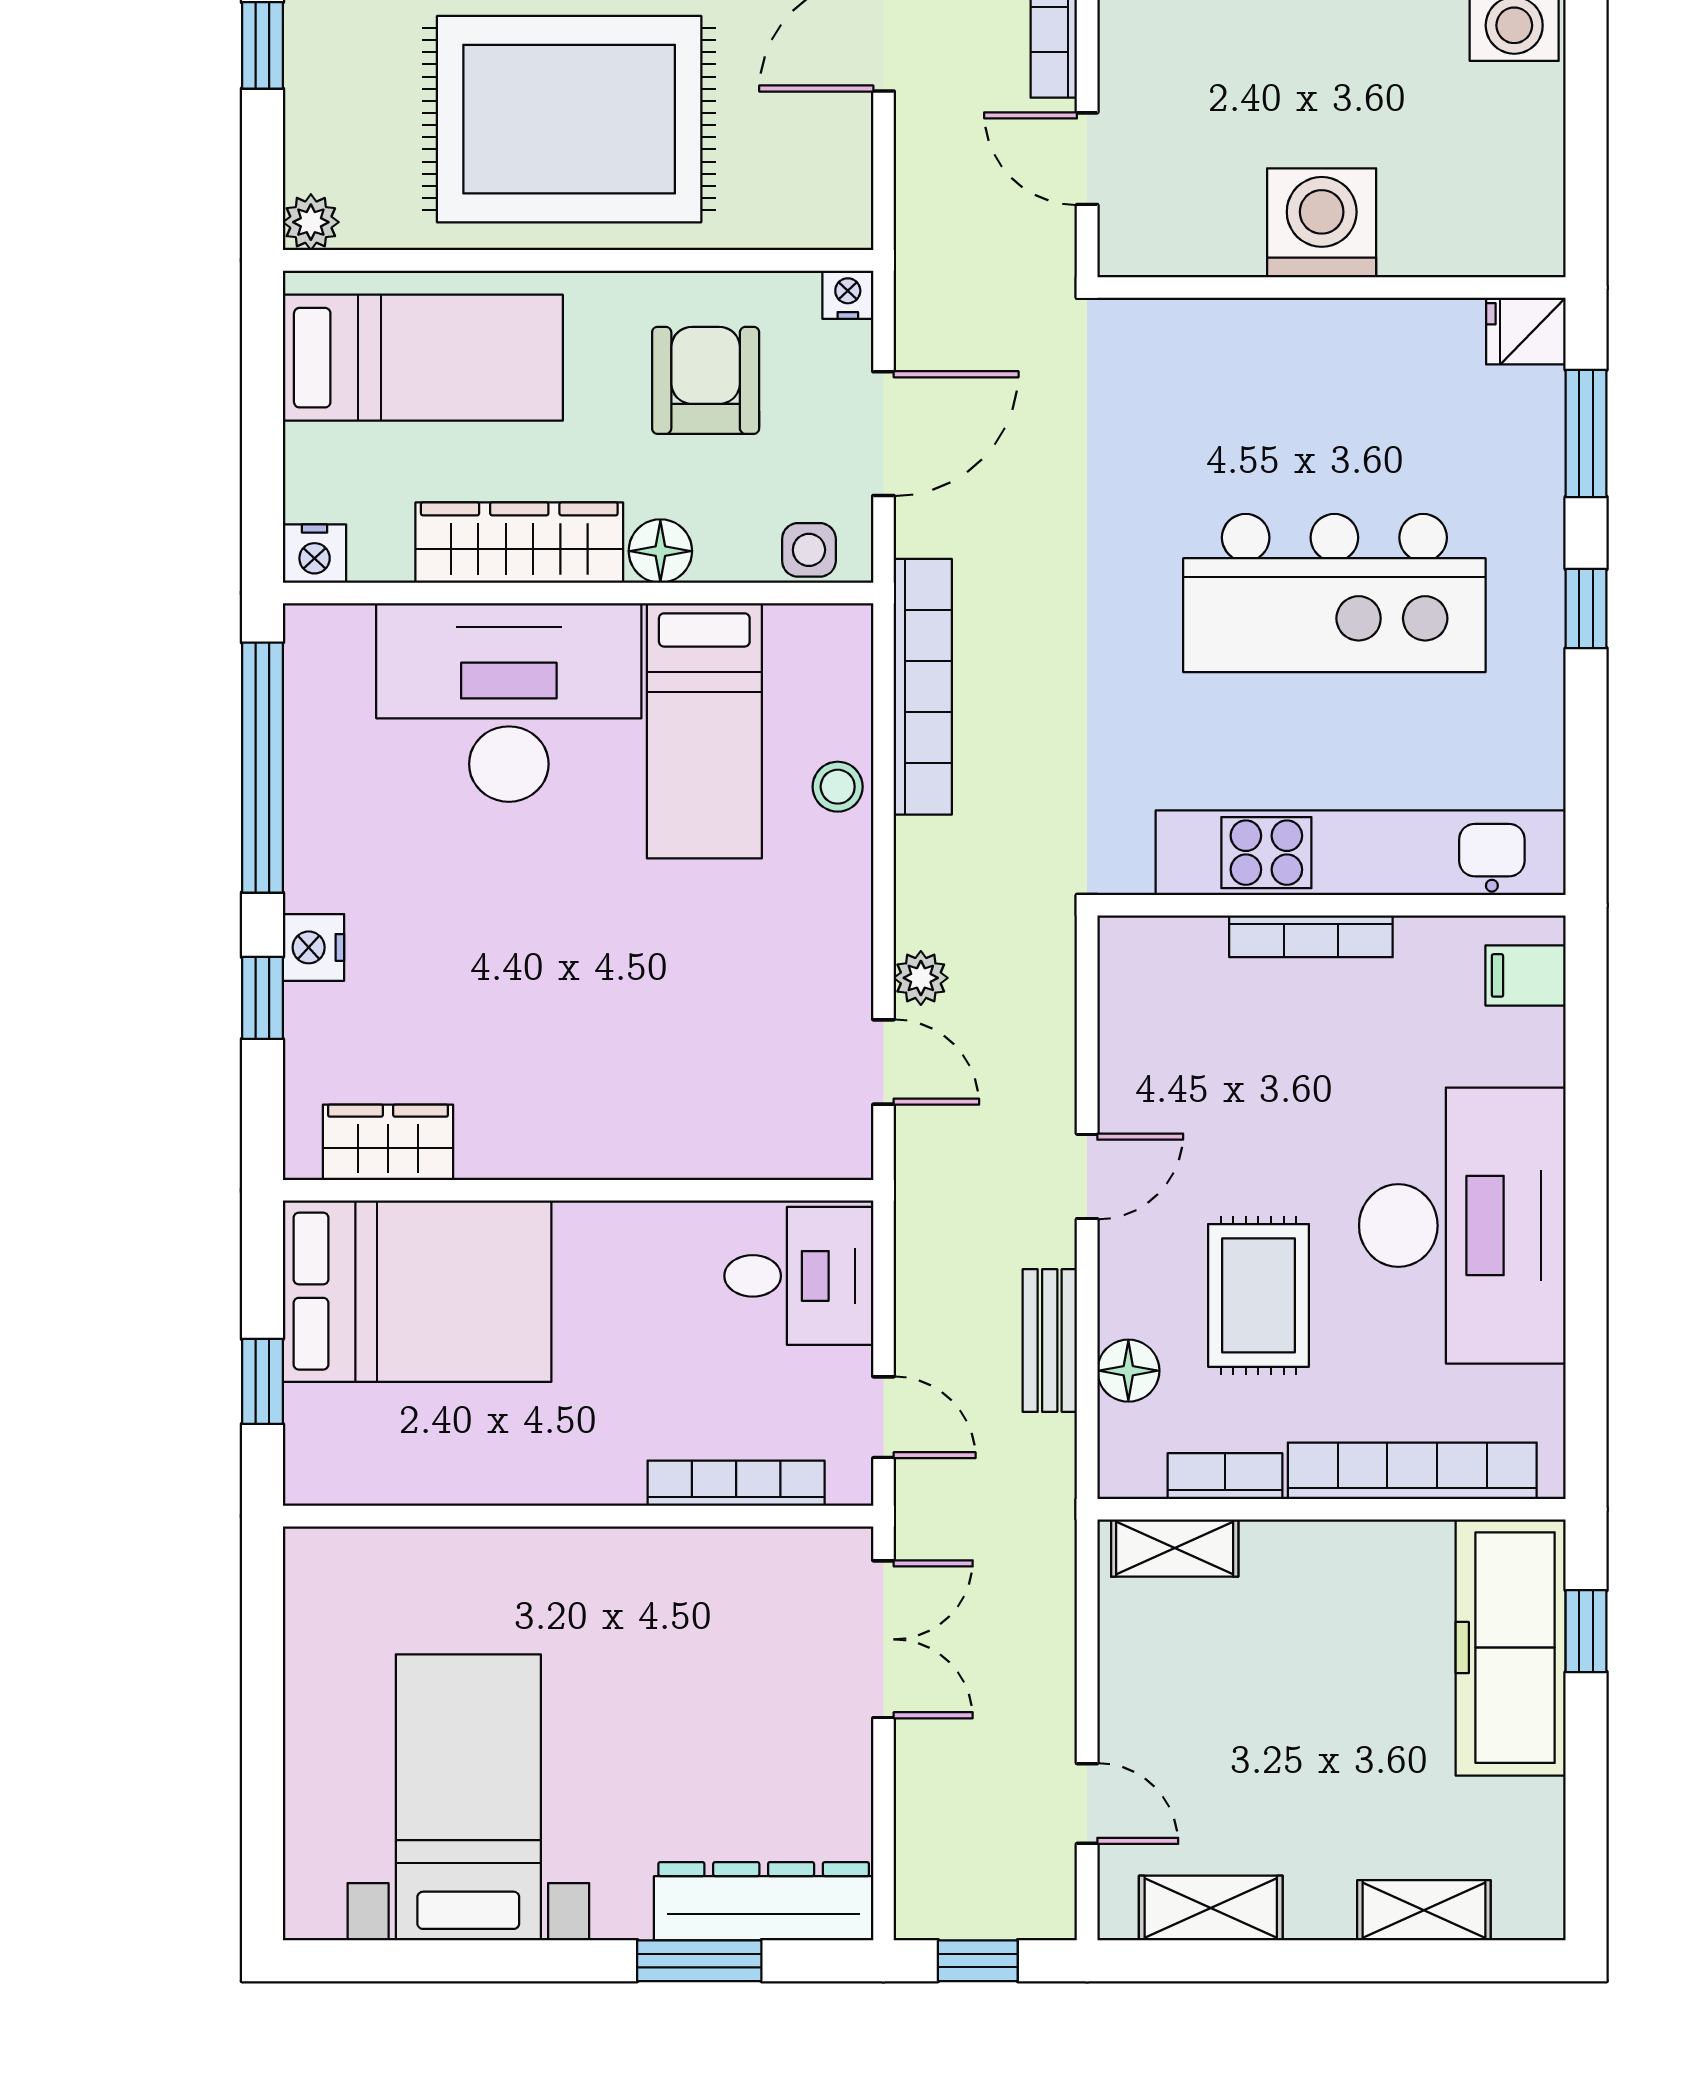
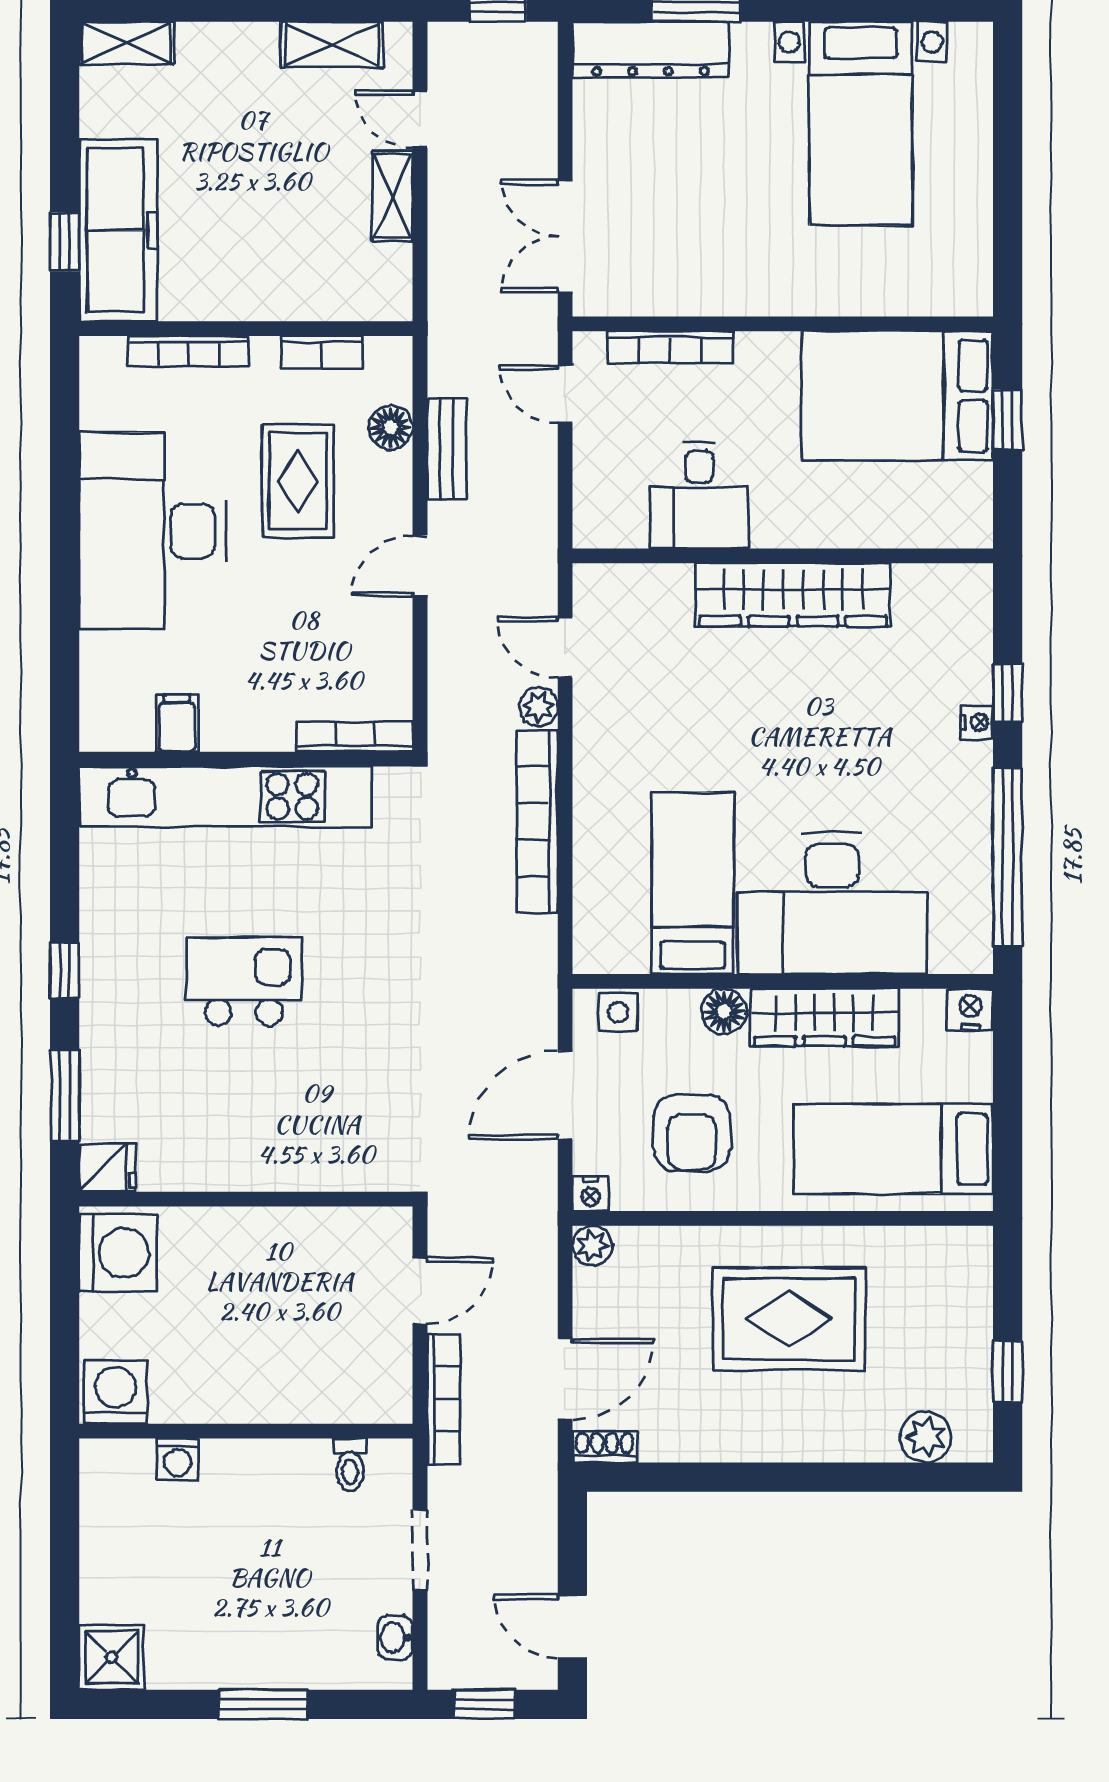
rug: (569, 119) -> (789, 1319), width x0.73, depth x0.69
door: (1087, 159) -> (420, 1291), hinge flipped
plant: (311, 222) -> (592, 1246), moved
washing machine: (1322, 223) -> (118, 1253), moved, turned -90
kitchen island: (1334, 593) -> (244, 981), width x0.54, depth x0.78
bookcase: (923, 687) -> (537, 821), moved
stool: (838, 787) -> (598, 843), removed
bookcase: (1311, 936) -> (355, 737), moved
nightstand: (314, 947) -> (977, 722), width x0.72, depth x0.74
filing cabinet: (1526, 975) -> (177, 723), moved, turned -90
wardrobe: (388, 1142) -> (793, 595), moved, width x2.10, depth x1.17
desk: (799, 1276) -> (699, 496), moved, turned -90
bed: (417, 1291) -> (897, 396), moved
bookcase: (1412, 1471) -> (188, 351), width x0.68, depth x0.76
shelving: (1175, 1548) -> (392, 196), moved, turned 90
shelving: (1424, 1910) -> (127, 43), moved

